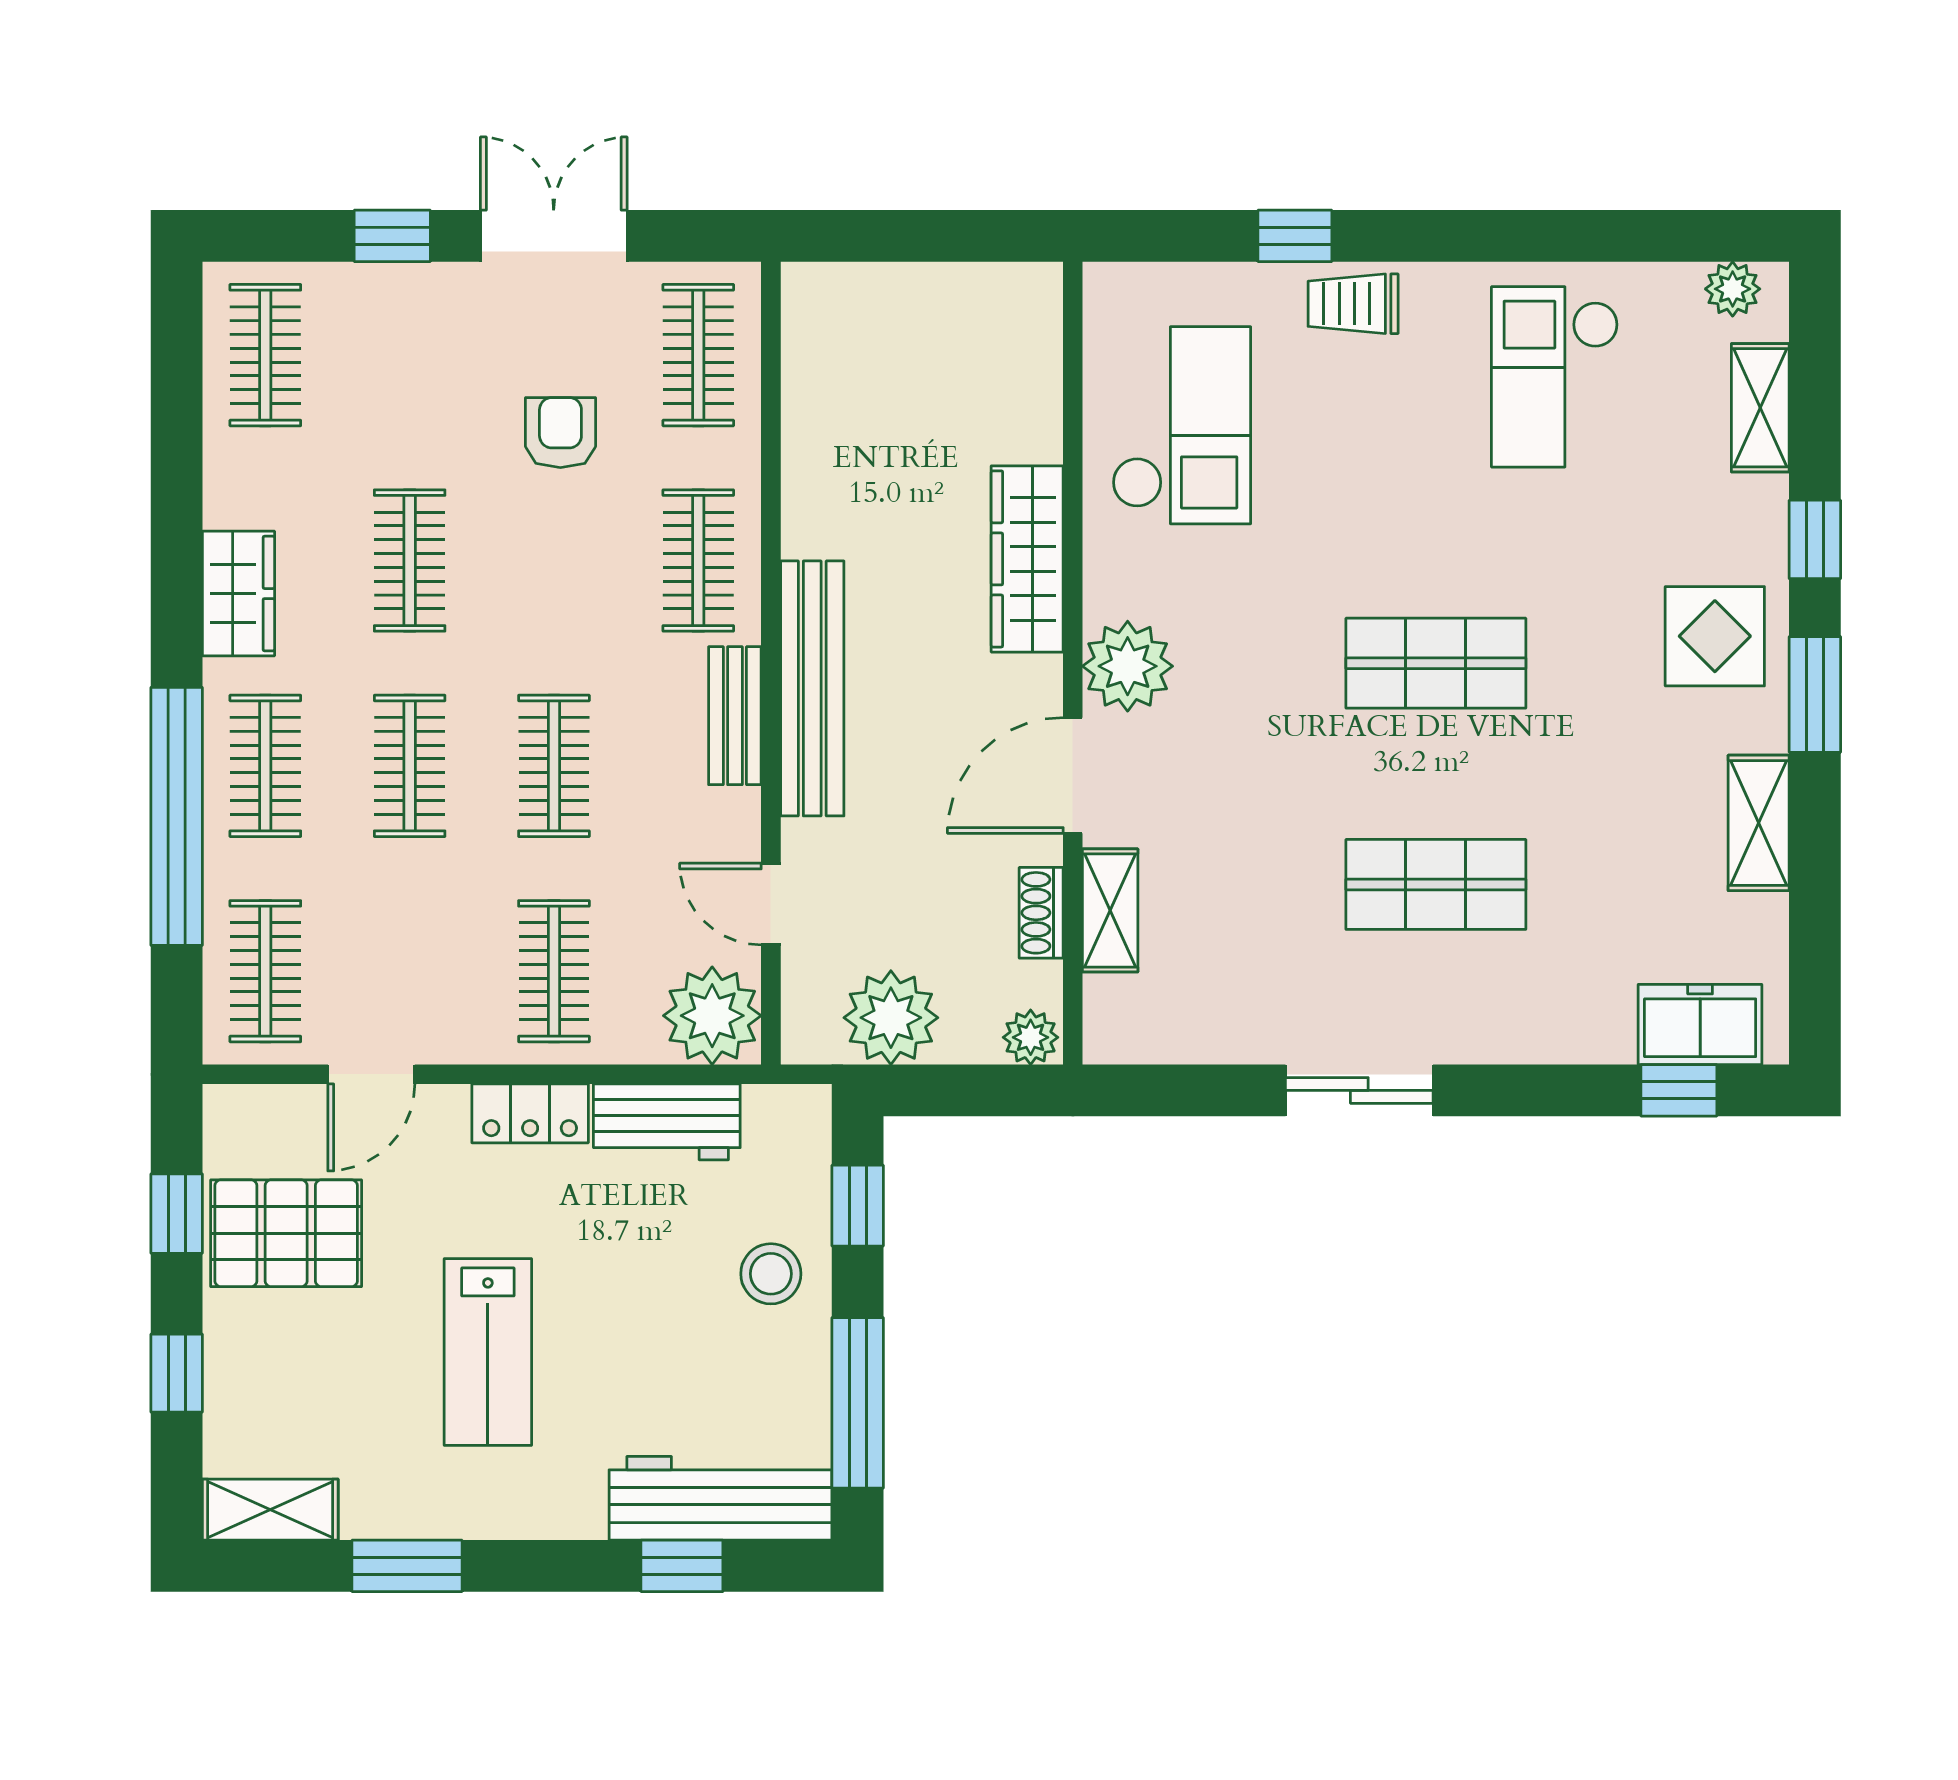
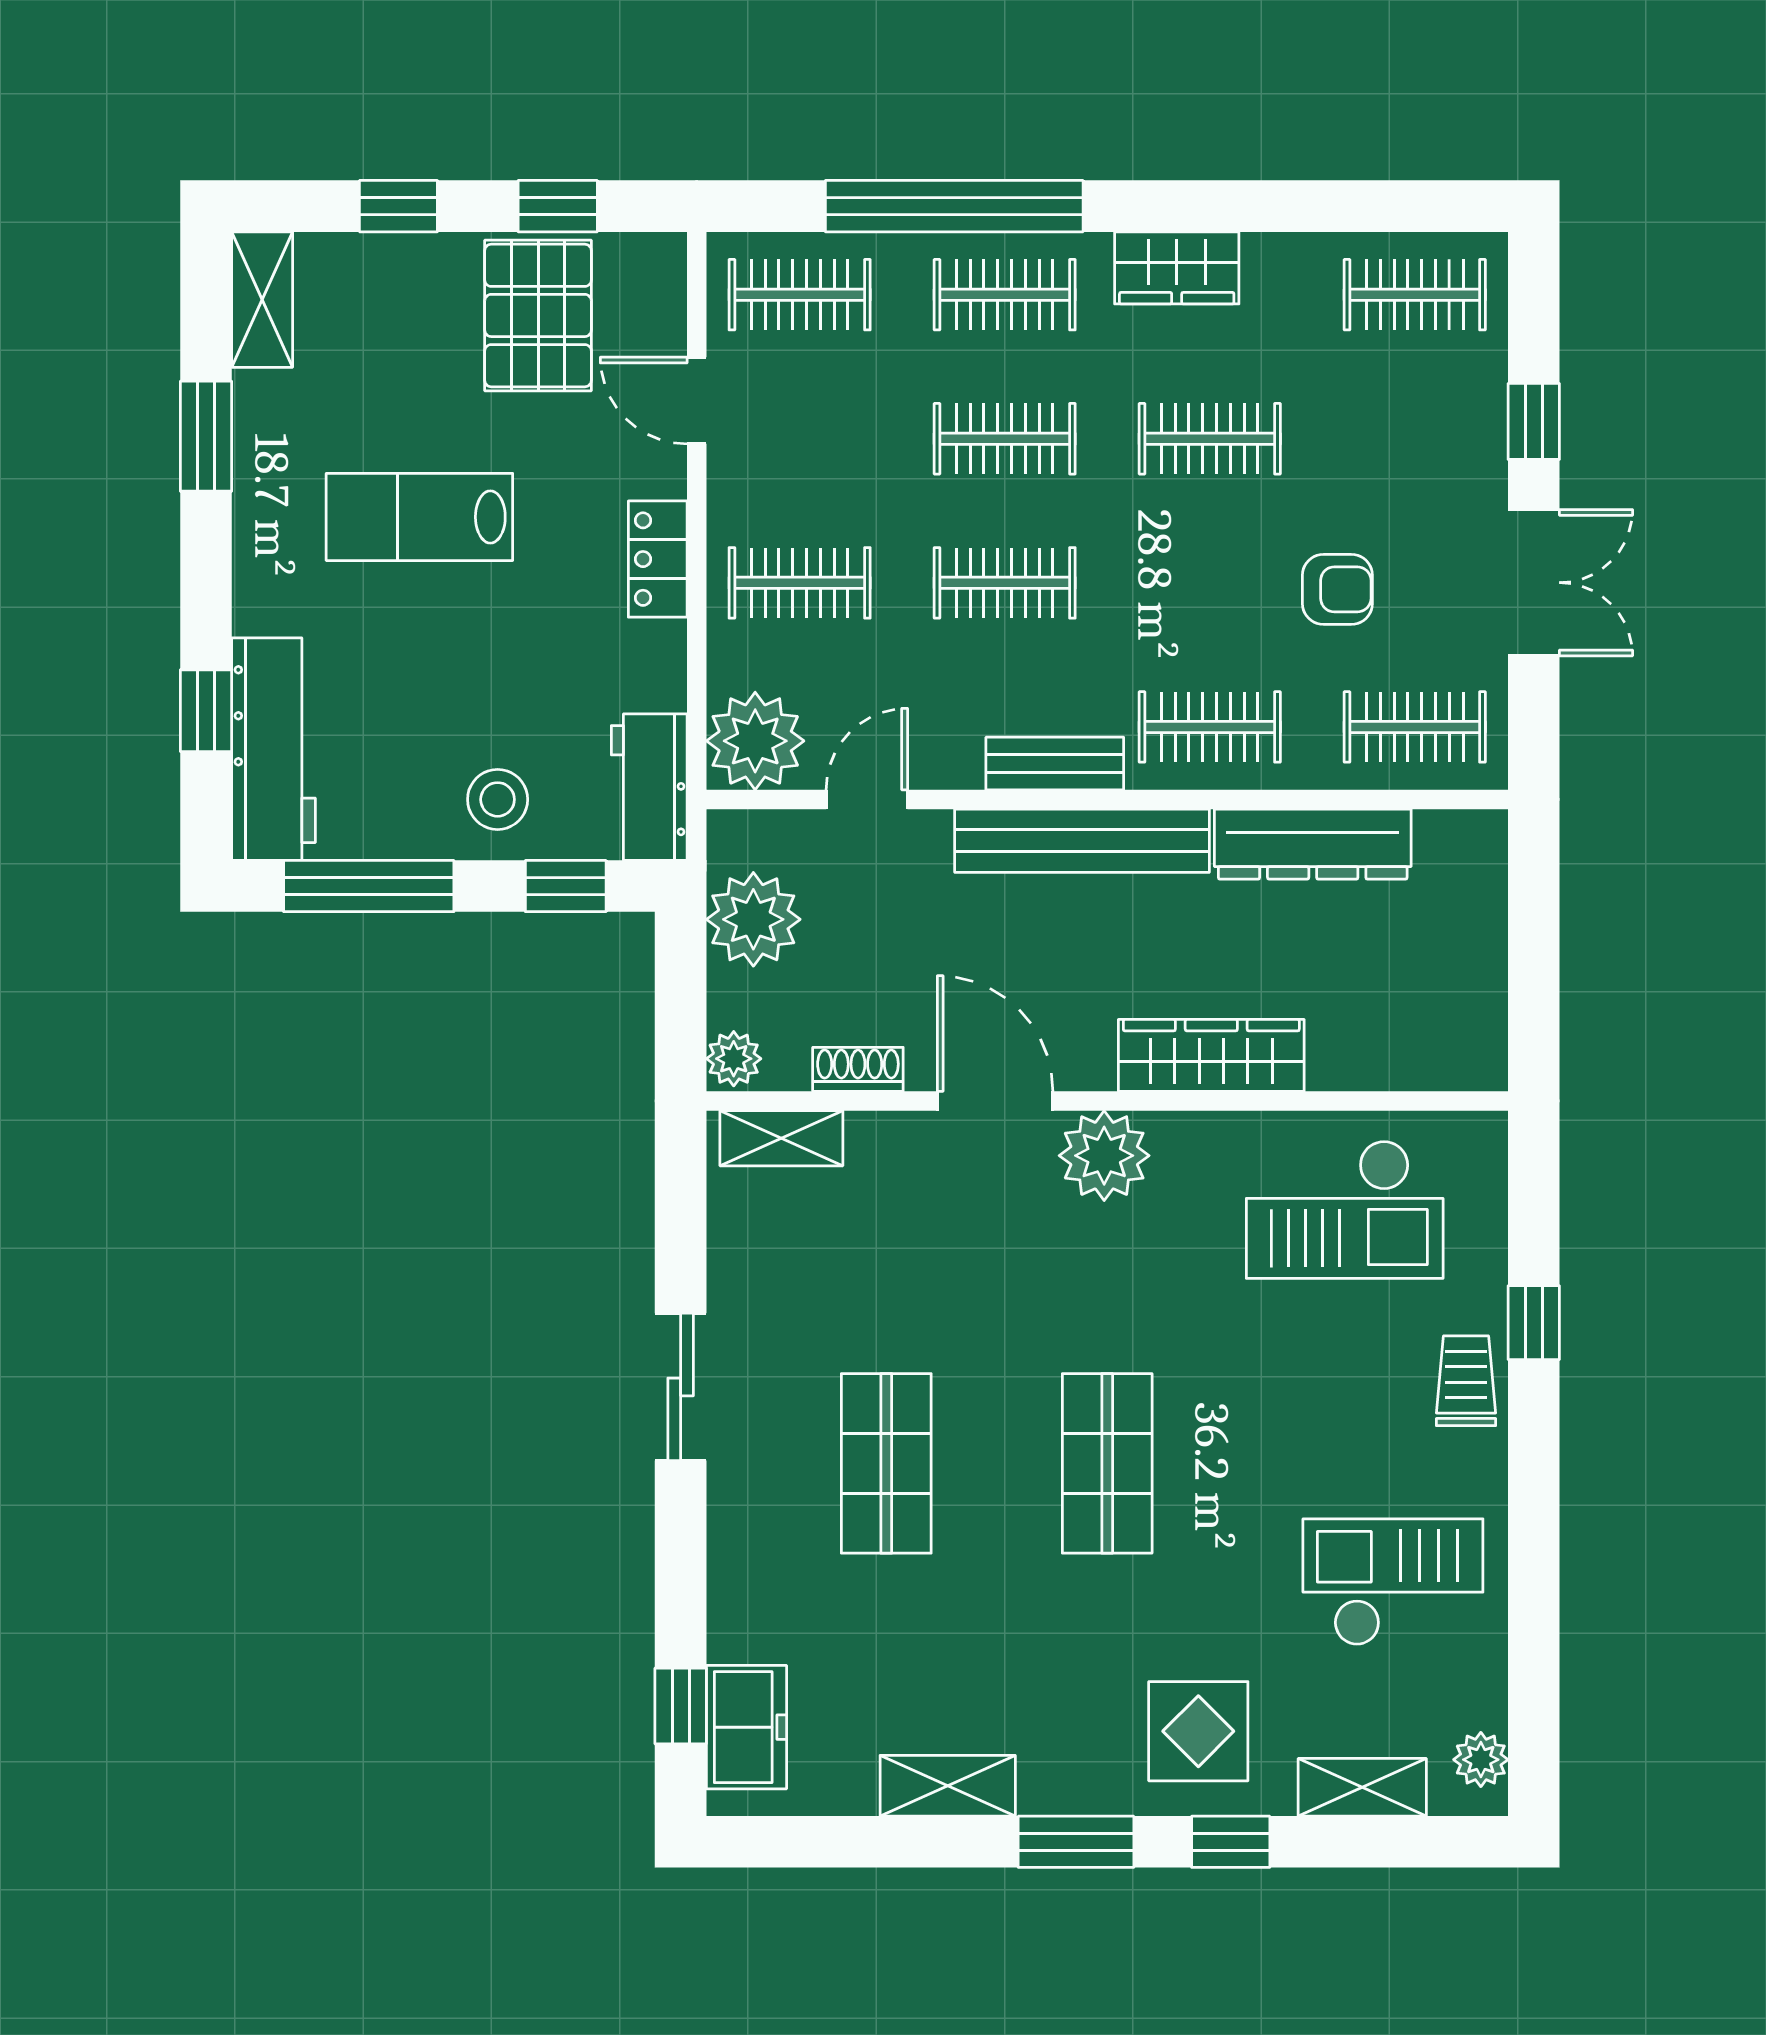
dresser: (816, 457) -> (1313, 844), added
display table: (1715, 636) -> (1198, 1731), moved
shelving: (1110, 910) -> (781, 1138), moved
workbench: (667, 1122) -> (649, 787), moved

